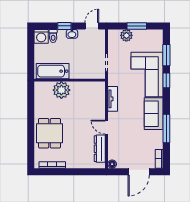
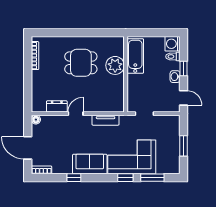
plant: (126, 35) -> (173, 135), removed
window: (166, 128) -> (74, 178), width x0.46
dining table: (49, 133) -> (81, 63), moved
dresser: (100, 149) -> (57, 106), width x0.70

